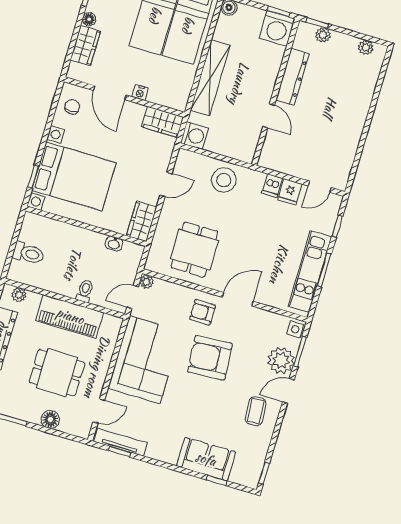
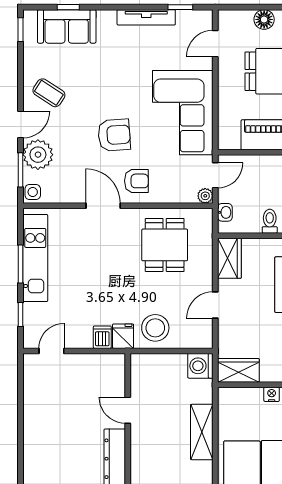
shelving: (210, 78) -> (202, 432), width x0.68
fridge: (290, 192) -> (123, 336), moved
washbasin: (114, 244) -> (225, 212), moved, turned 90
toilet: (85, 291) -> (270, 221), moved, turned 180
door: (238, 299) -> (103, 206), swing flipped
armchair: (210, 358) -> (114, 135), width x0.73, depth x0.73
coffee table: (256, 411) -> (49, 93), turned -53
tv unit: (121, 442) -> (146, 17), moved
sofa: (206, 459) -> (67, 26), moved

